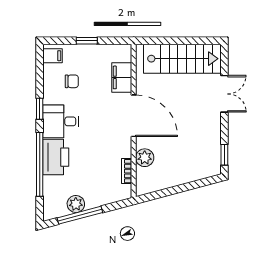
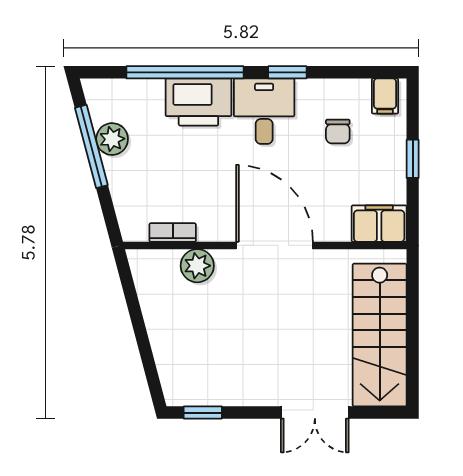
filing cabinet: (122, 77) -> (379, 224), moved
door: (134, 116) -> (275, 245), swing flipped

